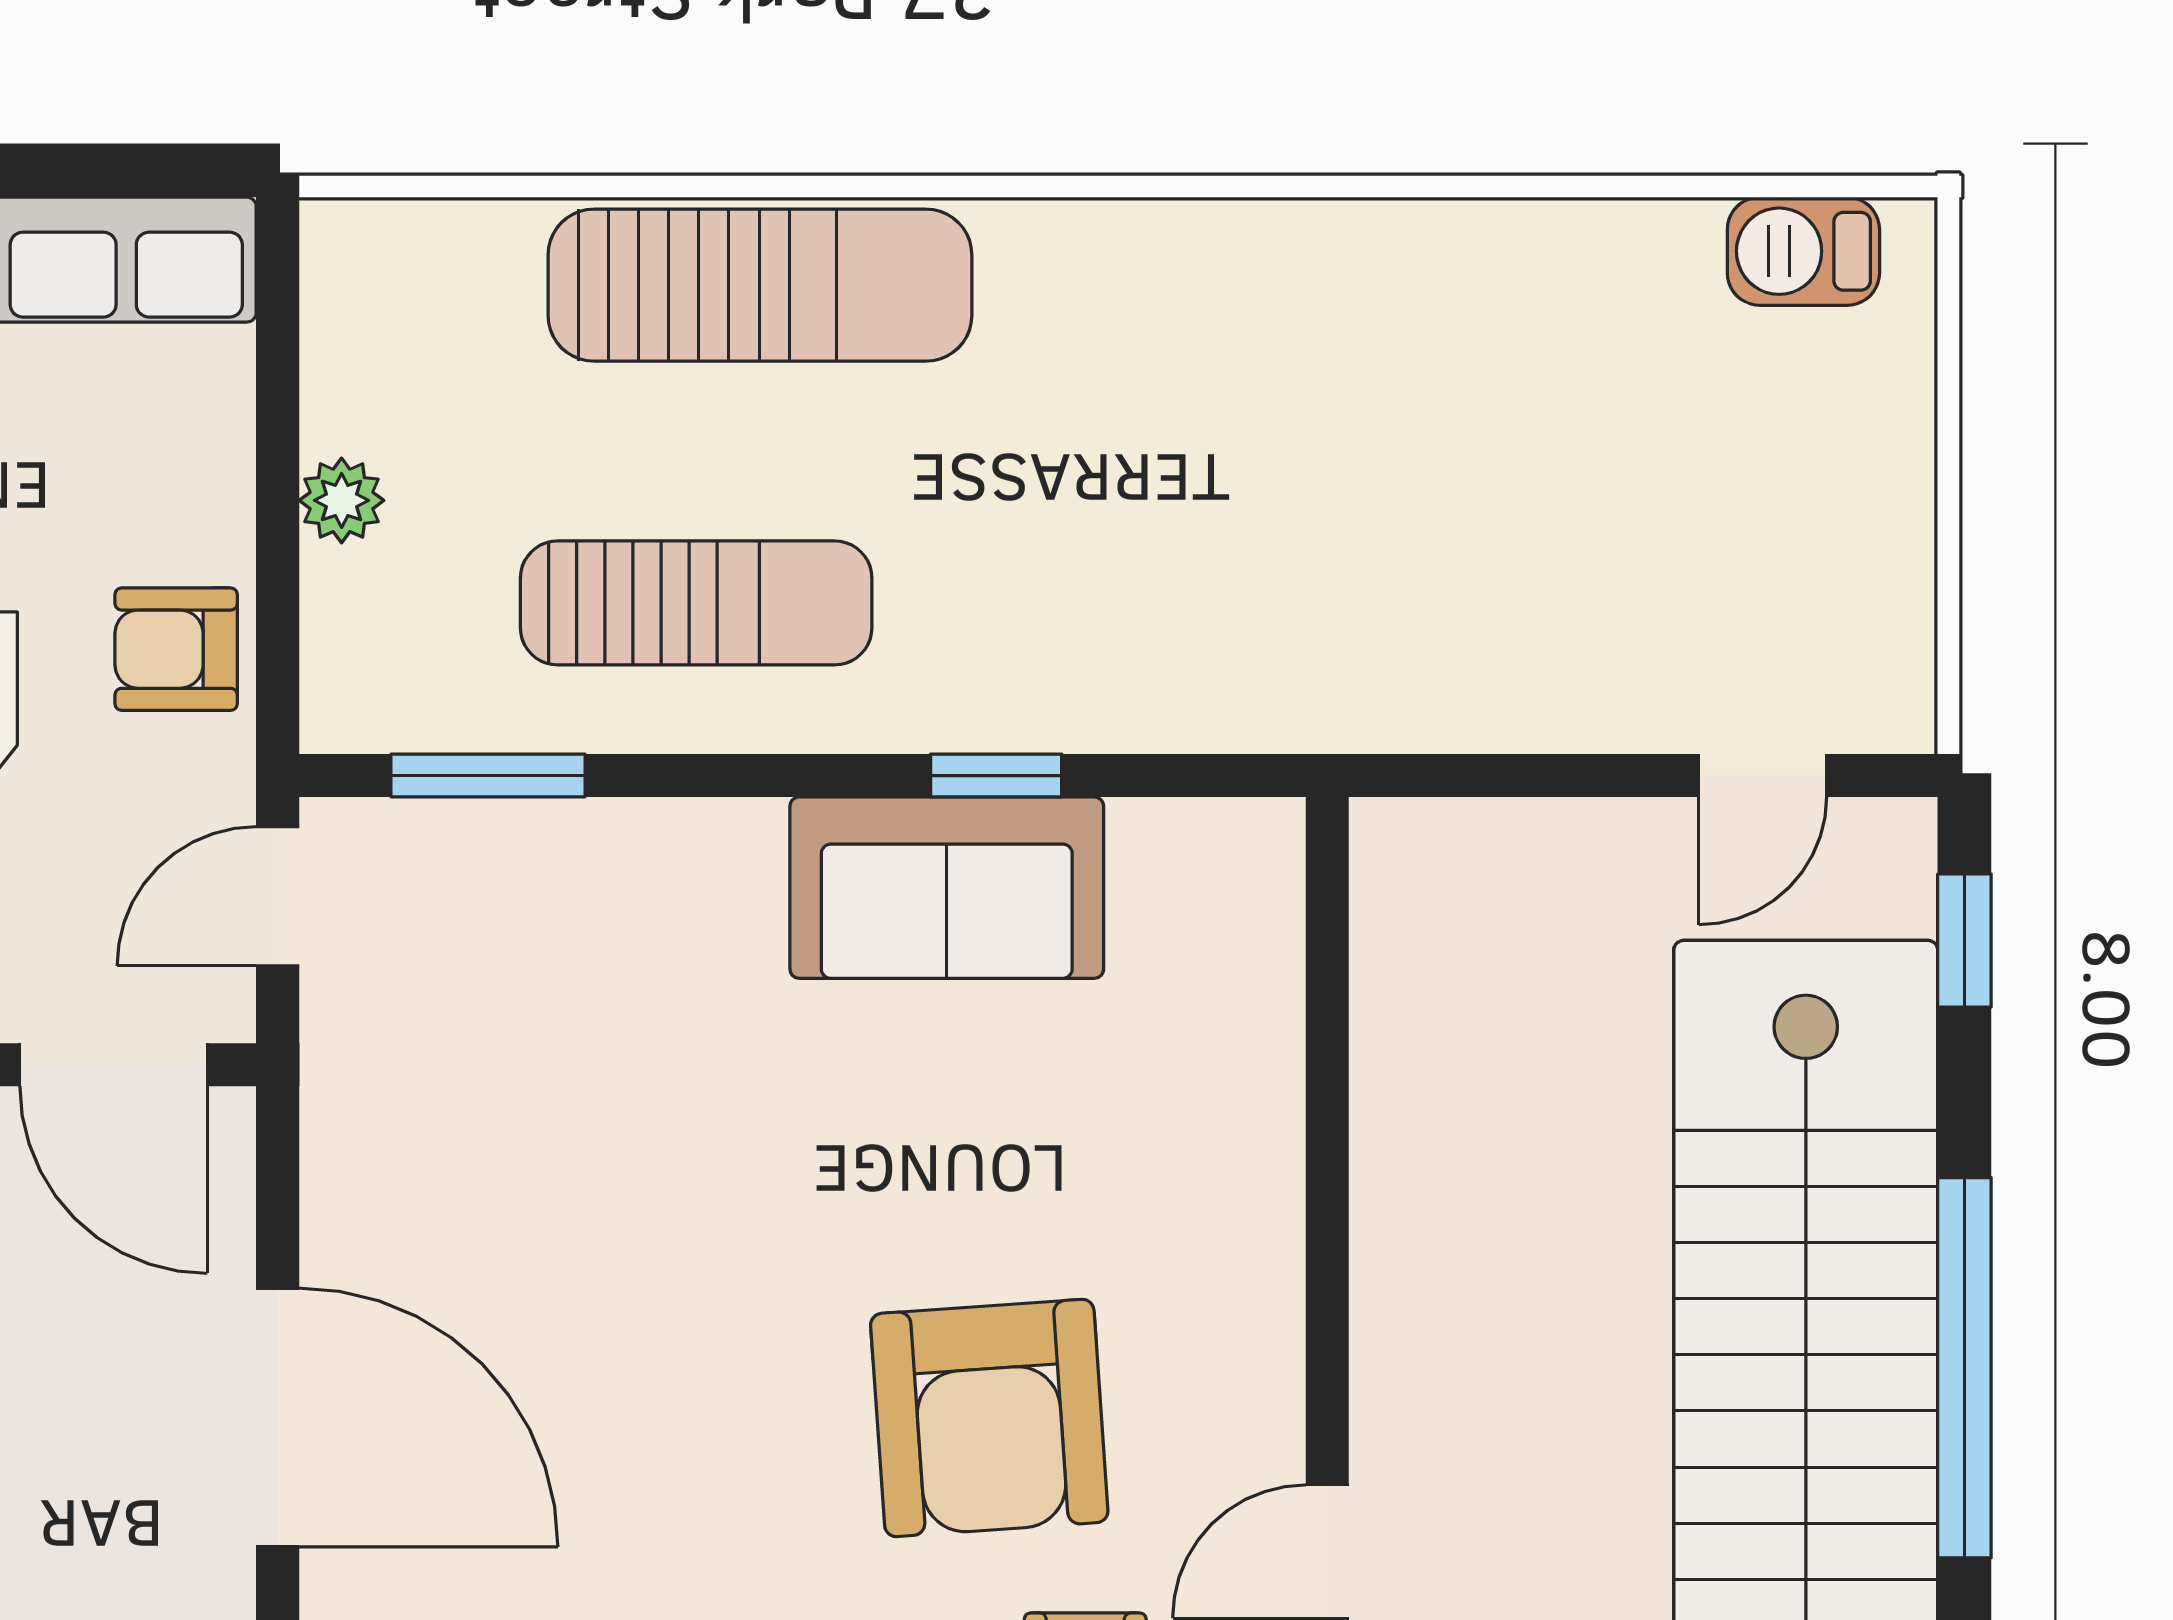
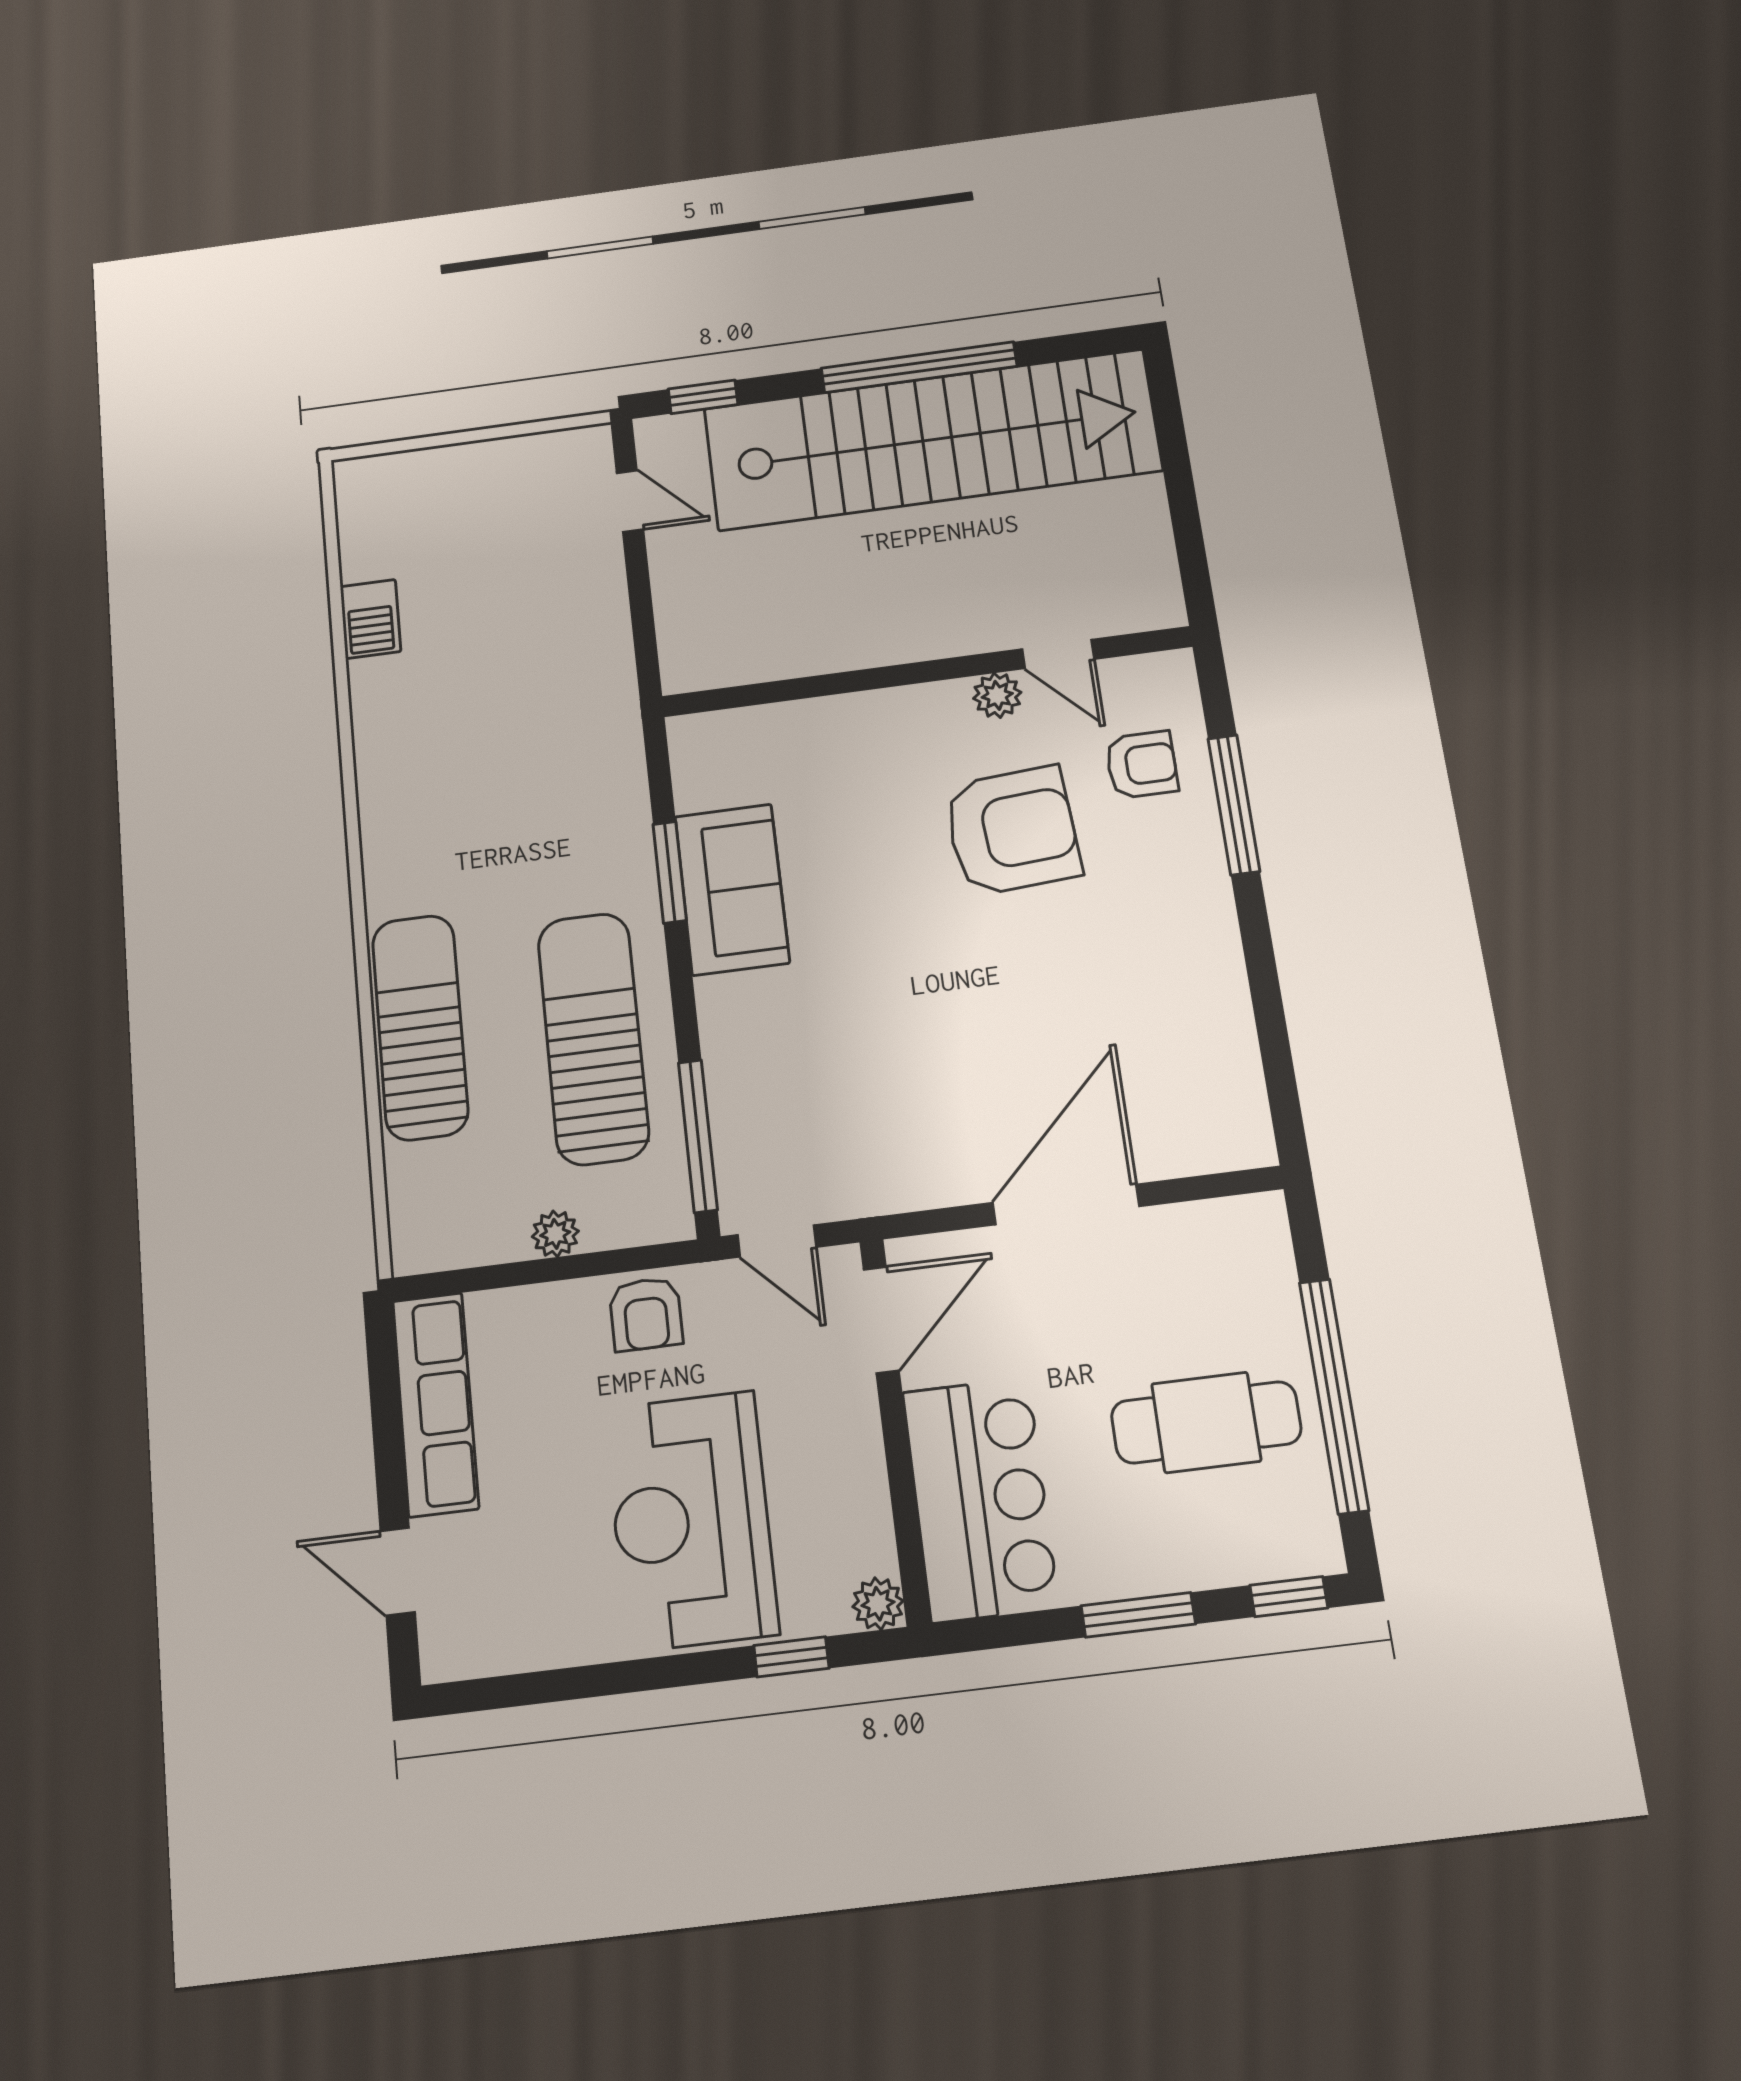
barbecue: (1803, 251) -> (370, 619), moved
sun lounger: (696, 603) -> (593, 1038), width x1.36, depth x1.34
window: (488, 776) -> (698, 1136), width x1.44
window: (996, 776) -> (670, 872), width x1.50
plant: (1260, 1427) -> (997, 695), added

